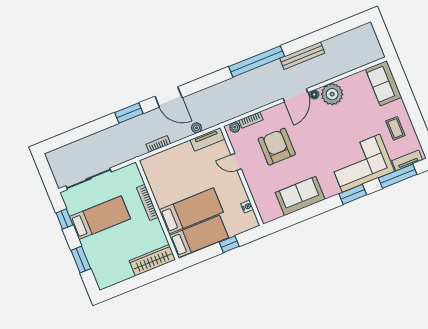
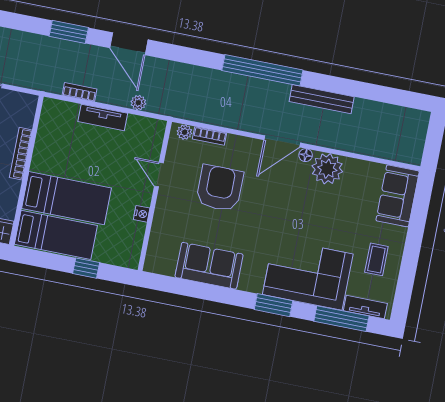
tv unit: (207, 139) -> (103, 117), moved
nightstand: (247, 207) -> (142, 214), moved

